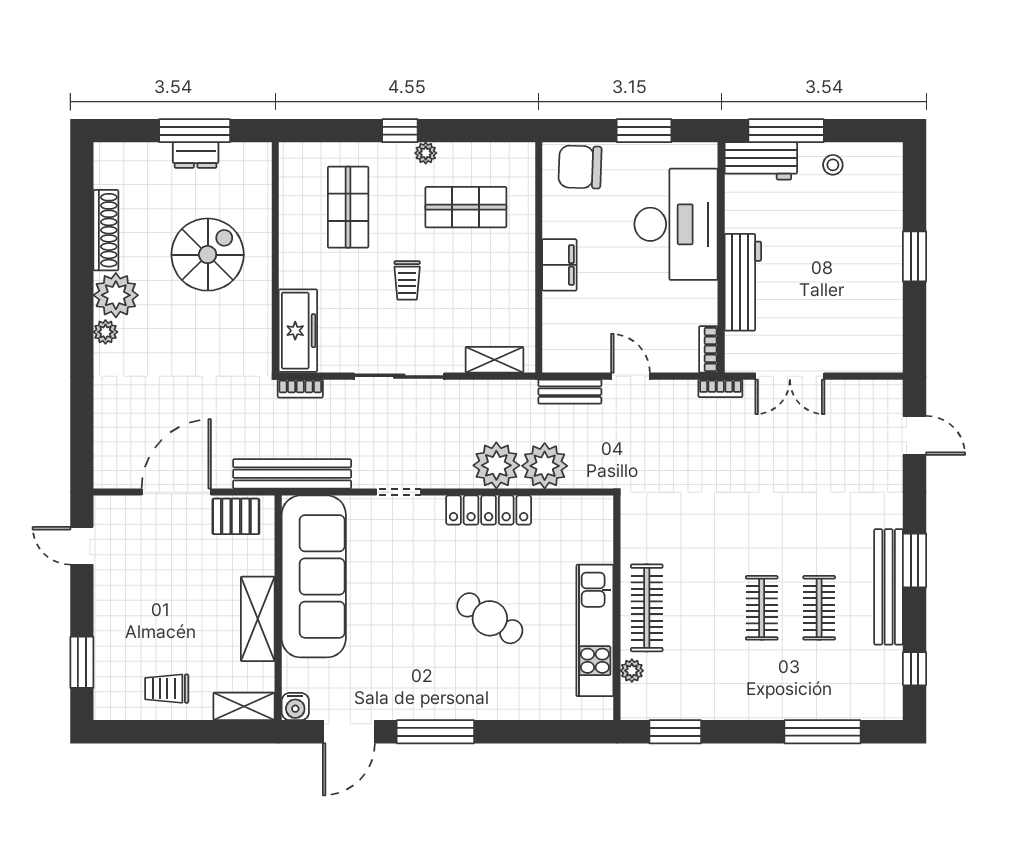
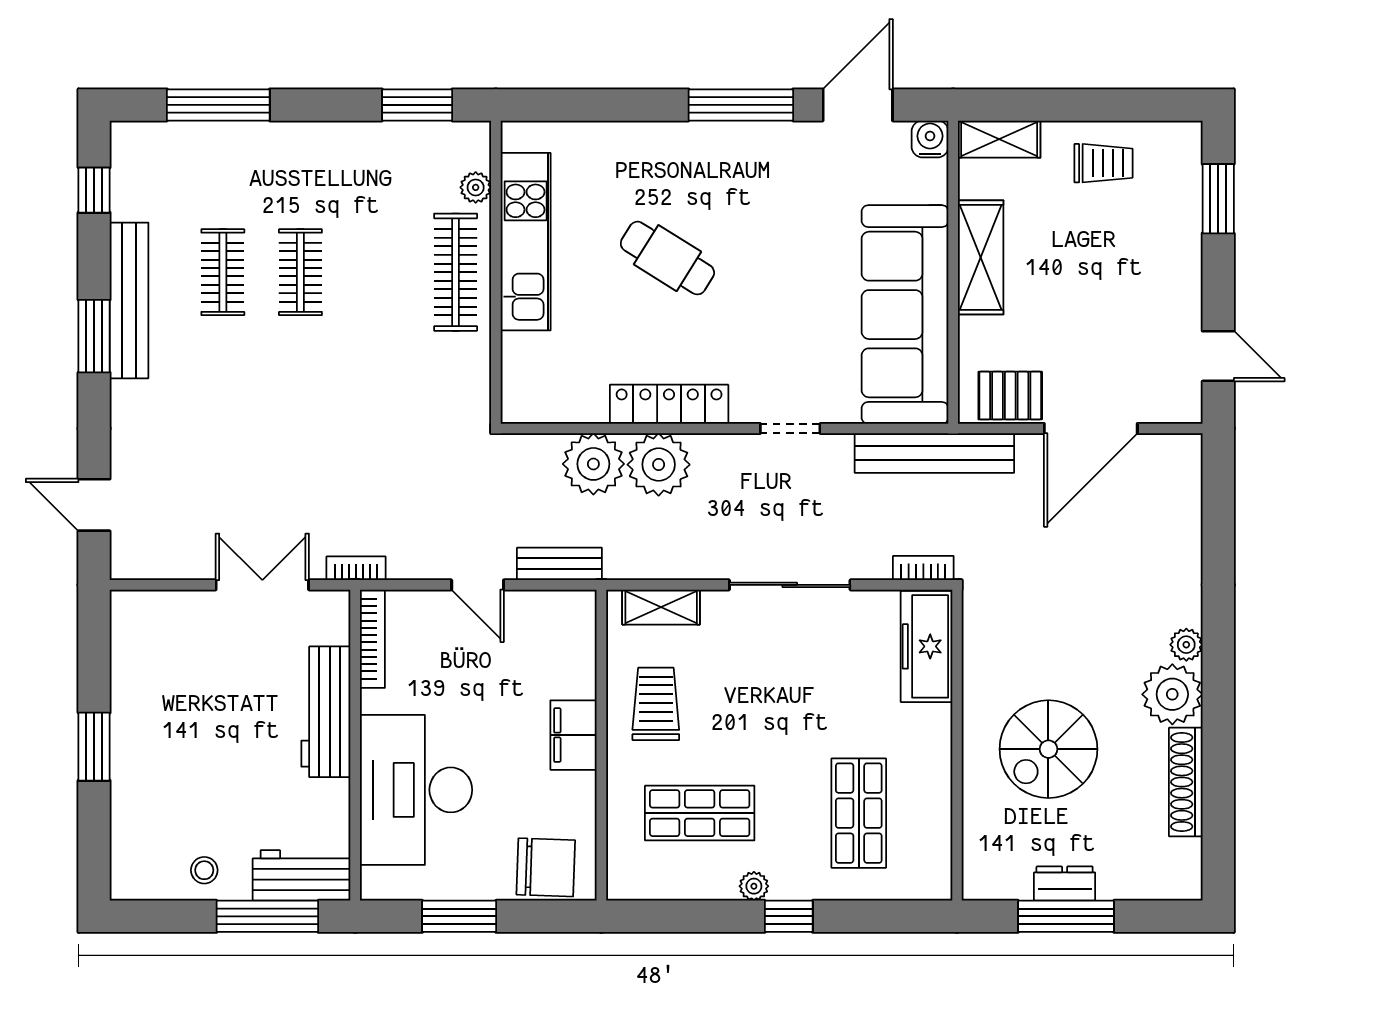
trolley: (407, 280) -> (656, 704), moved, width x1.36, depth x1.39
bookcase: (708, 349) -> (372, 639), width x1.56

